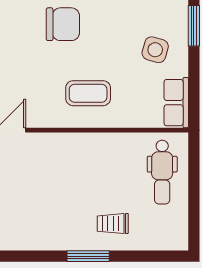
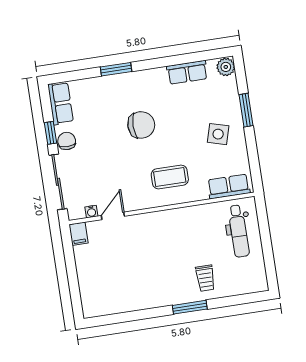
row of seats: (176, 103) -> (229, 186), moved, turned 90
trolley: (113, 224) -> (205, 278), turned -90

